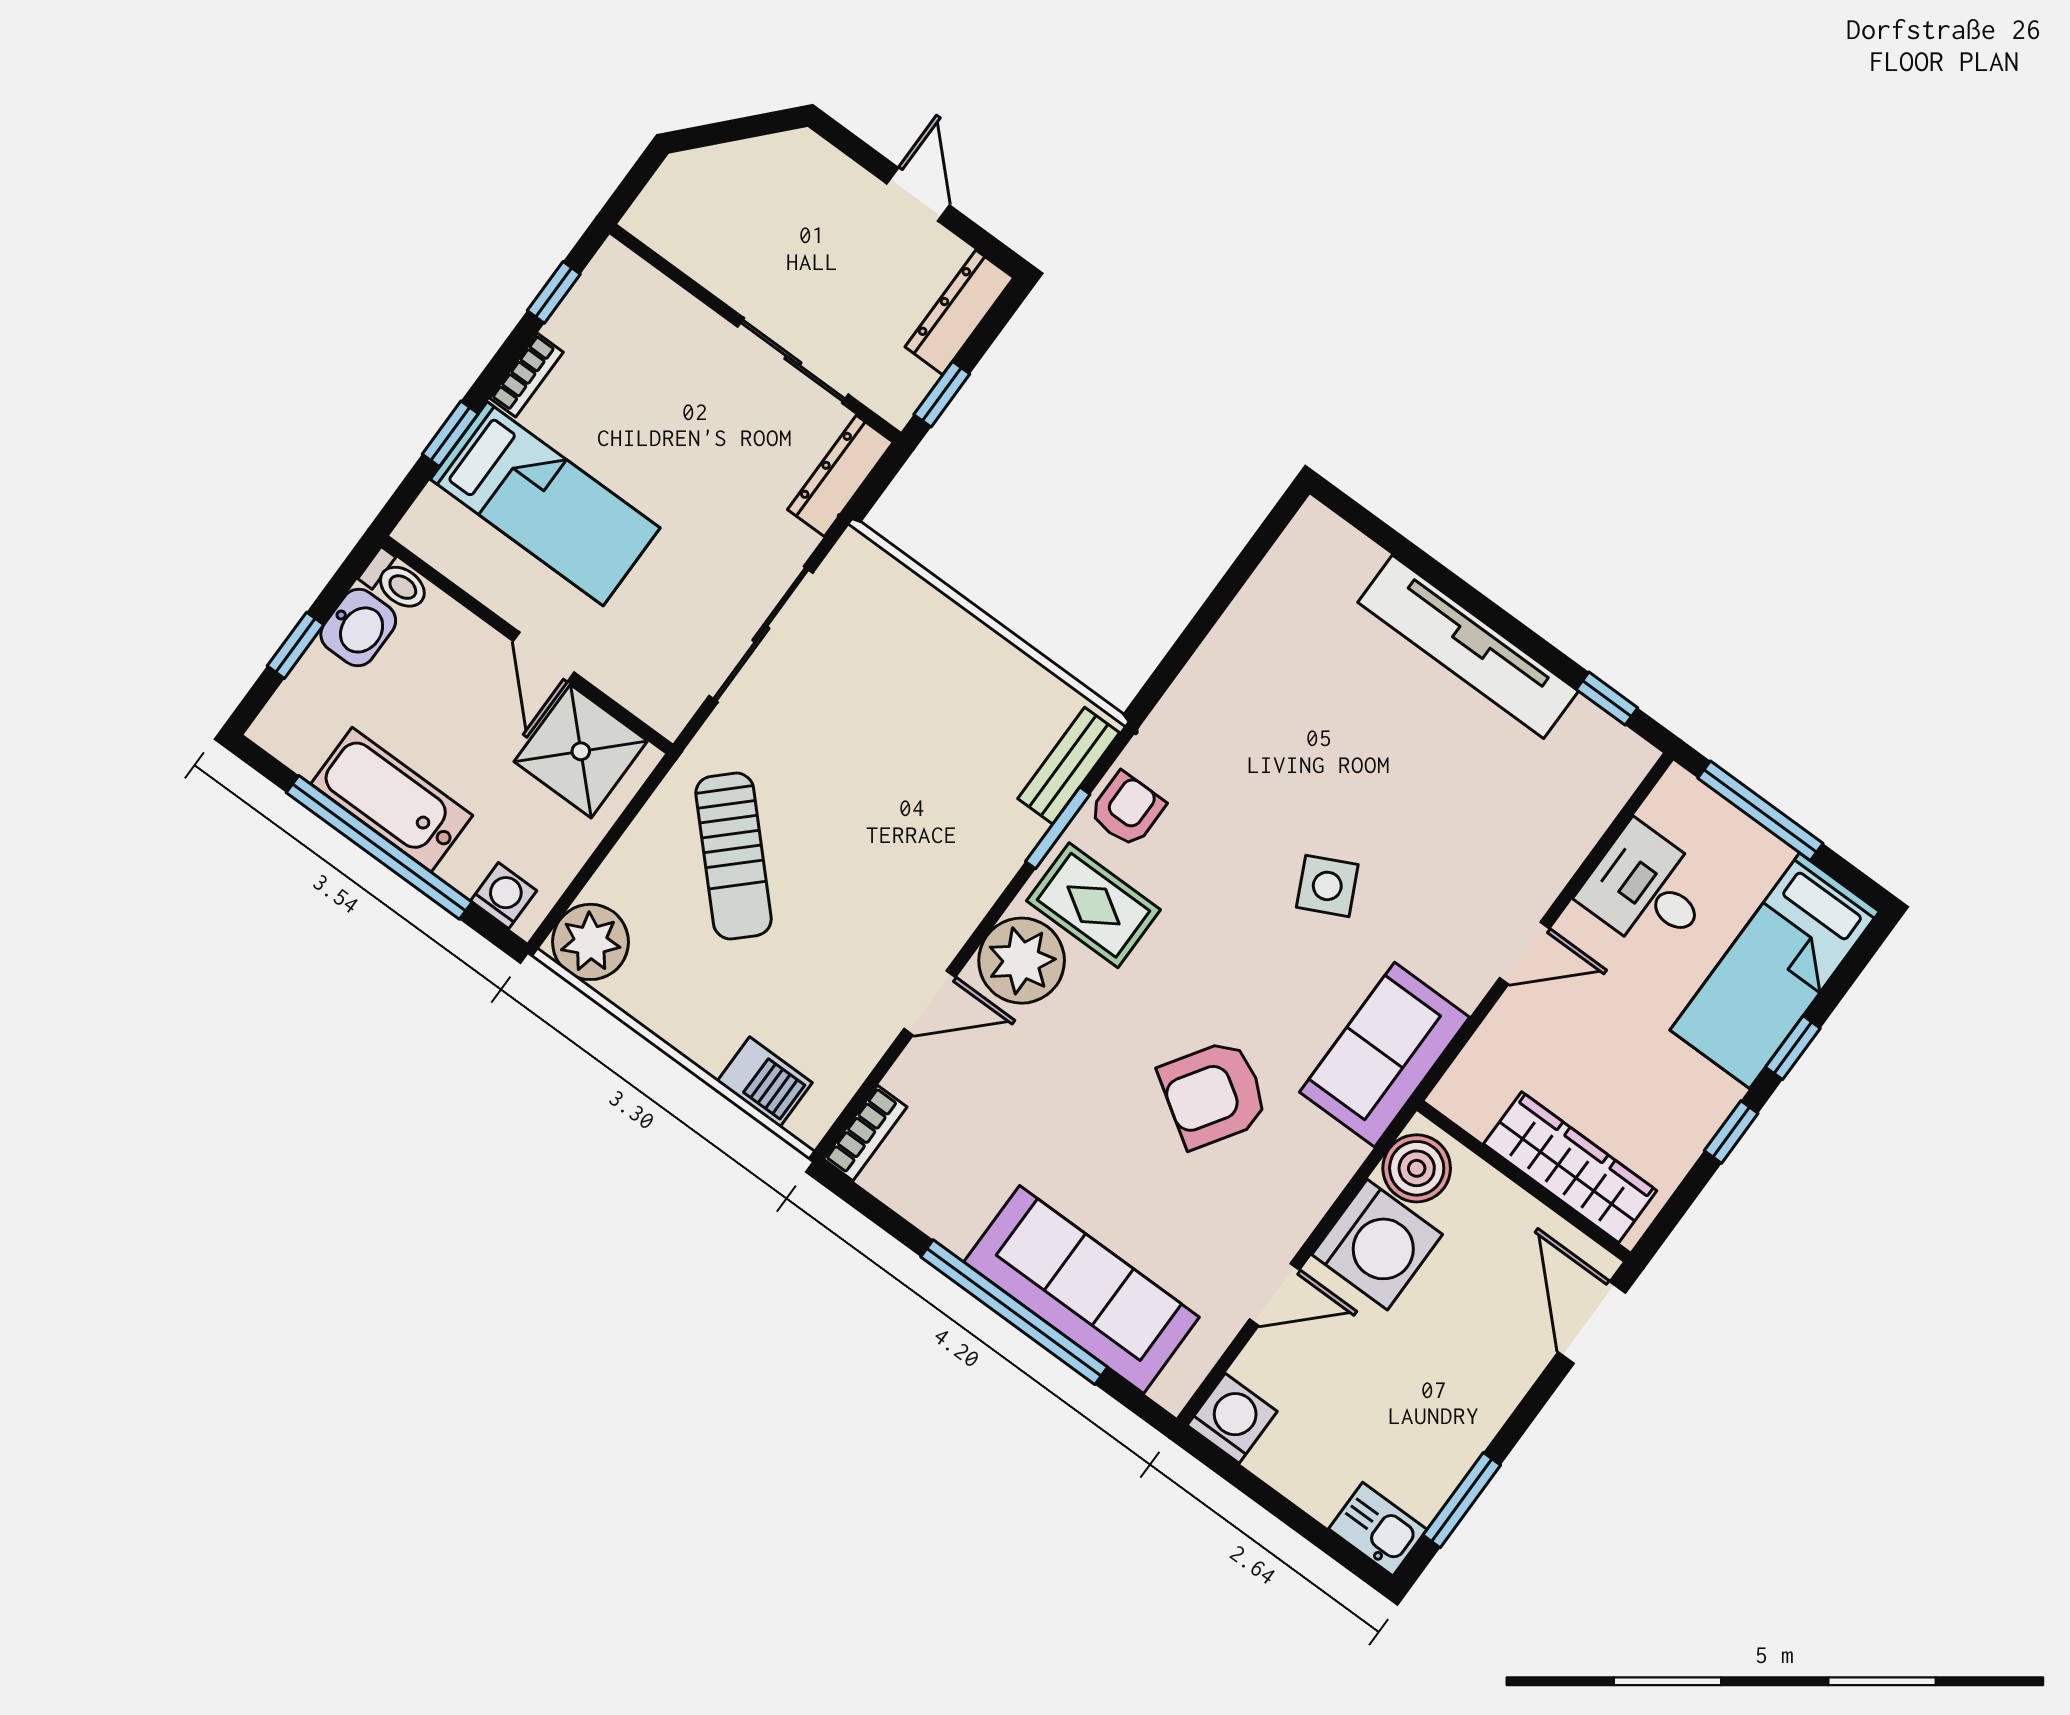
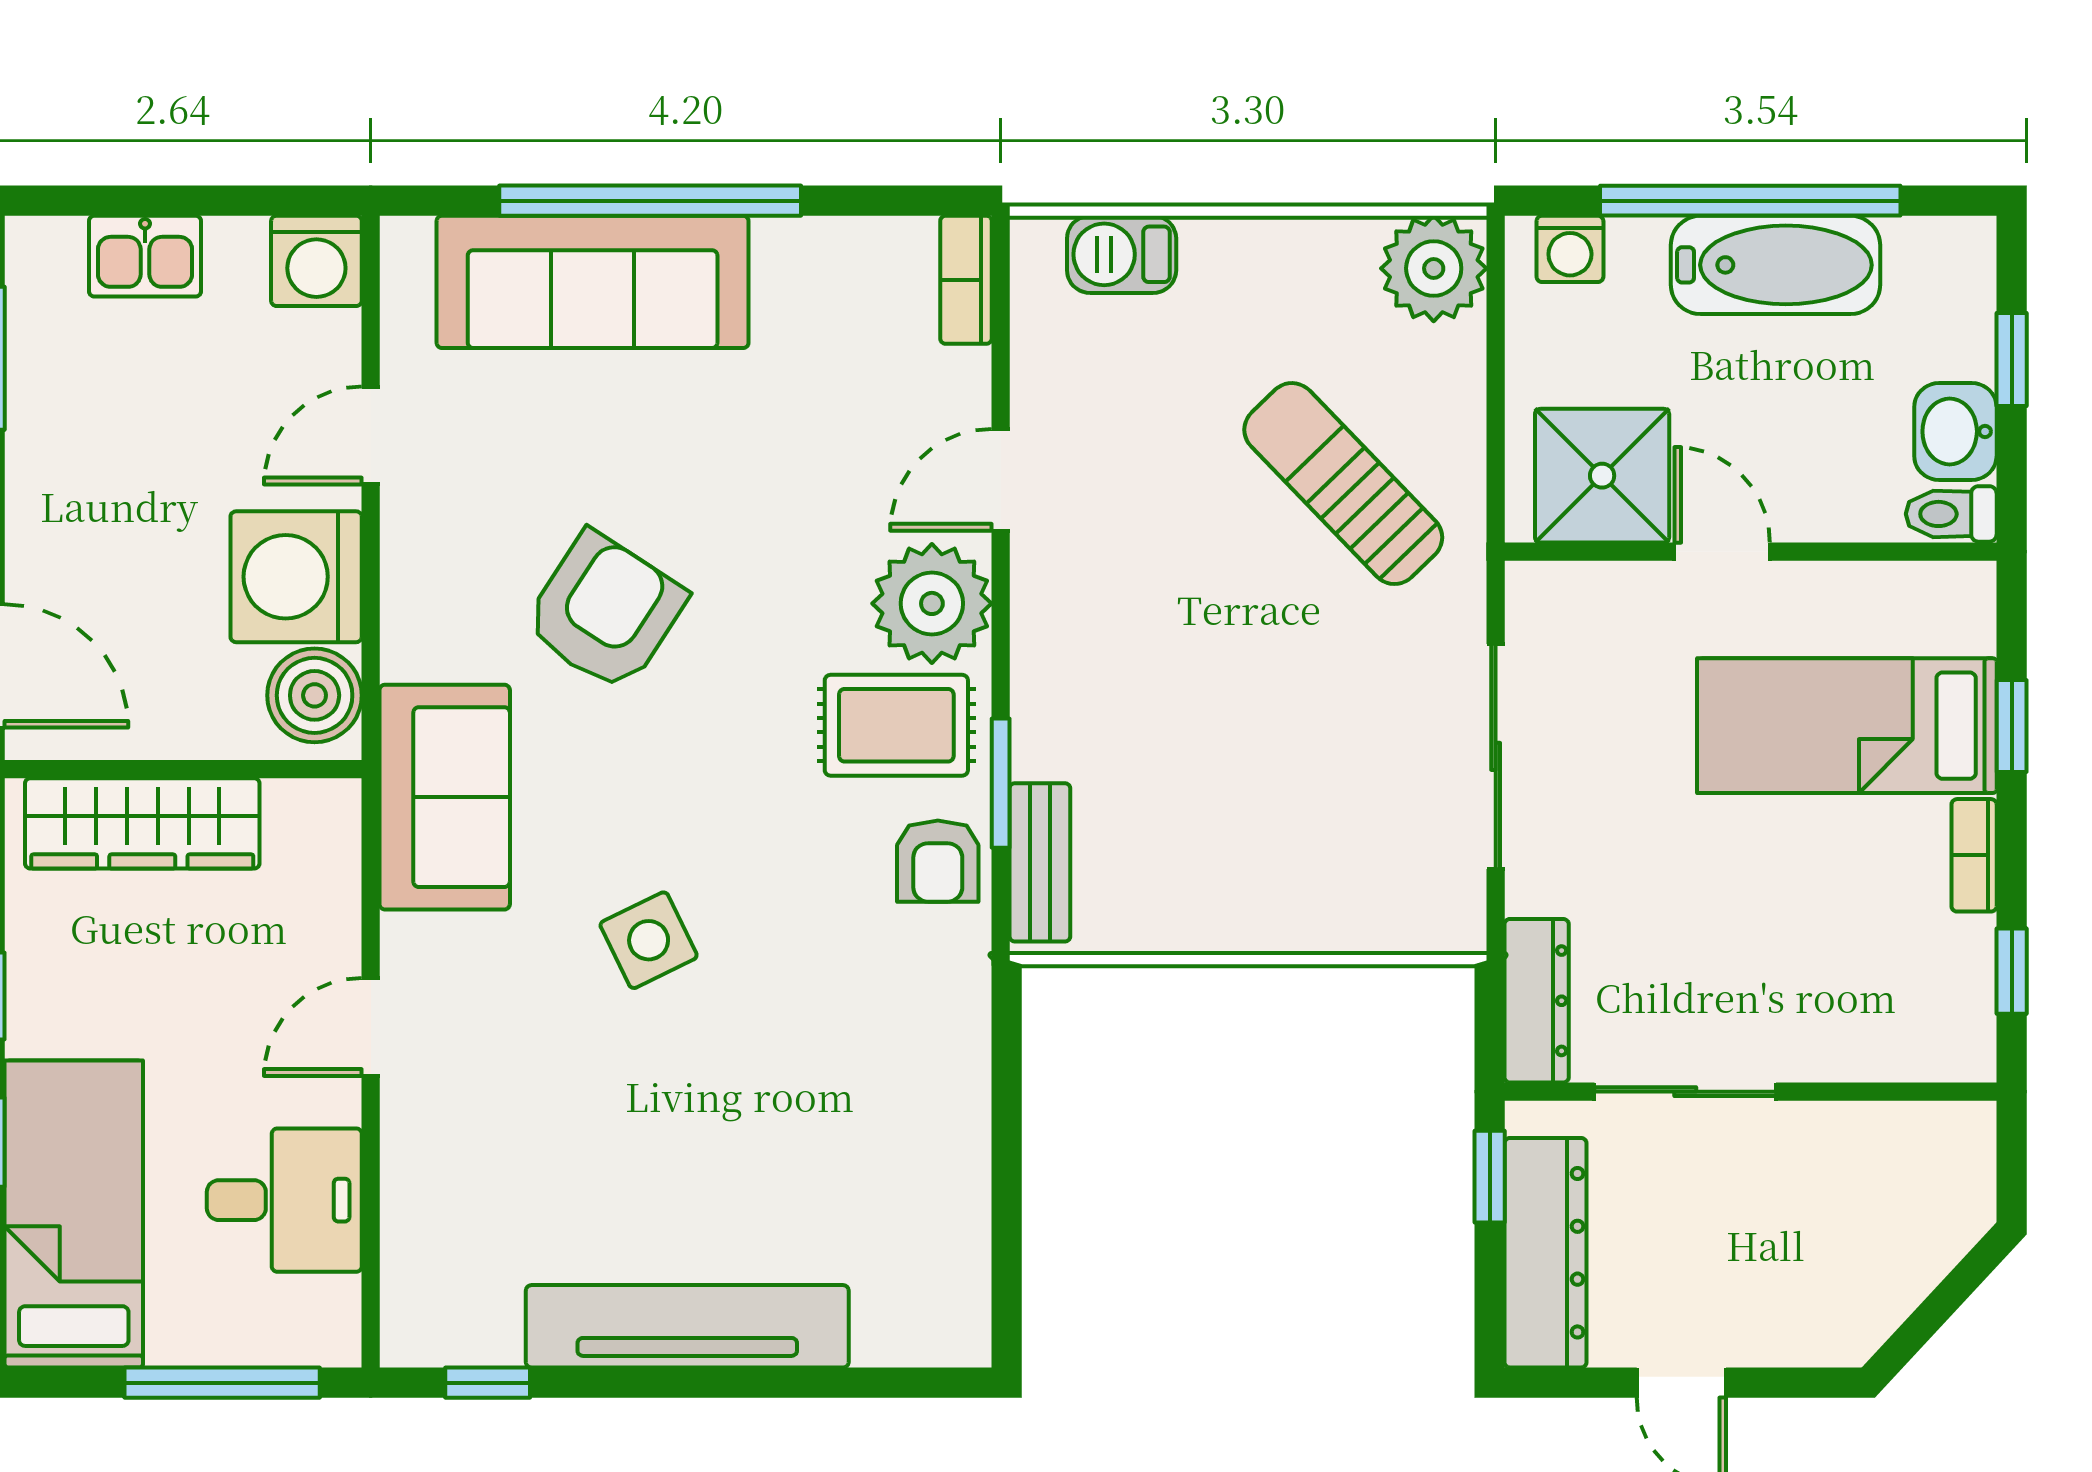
dresser: (959, 312) -> (1546, 1253), width x1.37, depth x1.24
kitchen sink: (1378, 1529) -> (145, 256), moved

